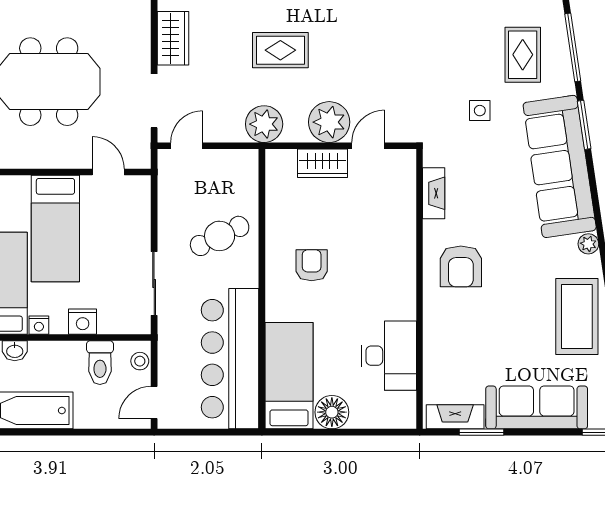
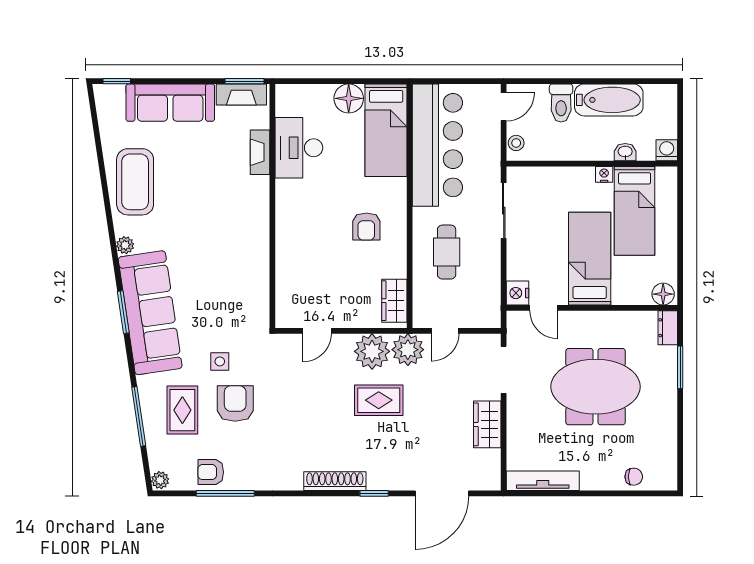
rug: (280, 50) -> (379, 400), moved
plant: (329, 122) -> (372, 351), moved
window: (584, 125) -> (123, 312), moved
door: (187, 146) -> (445, 331), moved
wardrobe: (322, 163) -> (394, 301), moved, turned -90
fireplace: (434, 193) -> (260, 152), moved
cafe table: (220, 236) -> (447, 252), turned -64
armchair: (461, 266) -> (235, 404), moved
nightstand: (83, 322) -> (518, 293), moved, turned -90
toilet: (100, 363) -> (561, 103), moved, turned 180
window: (481, 432) -> (245, 81), moved

